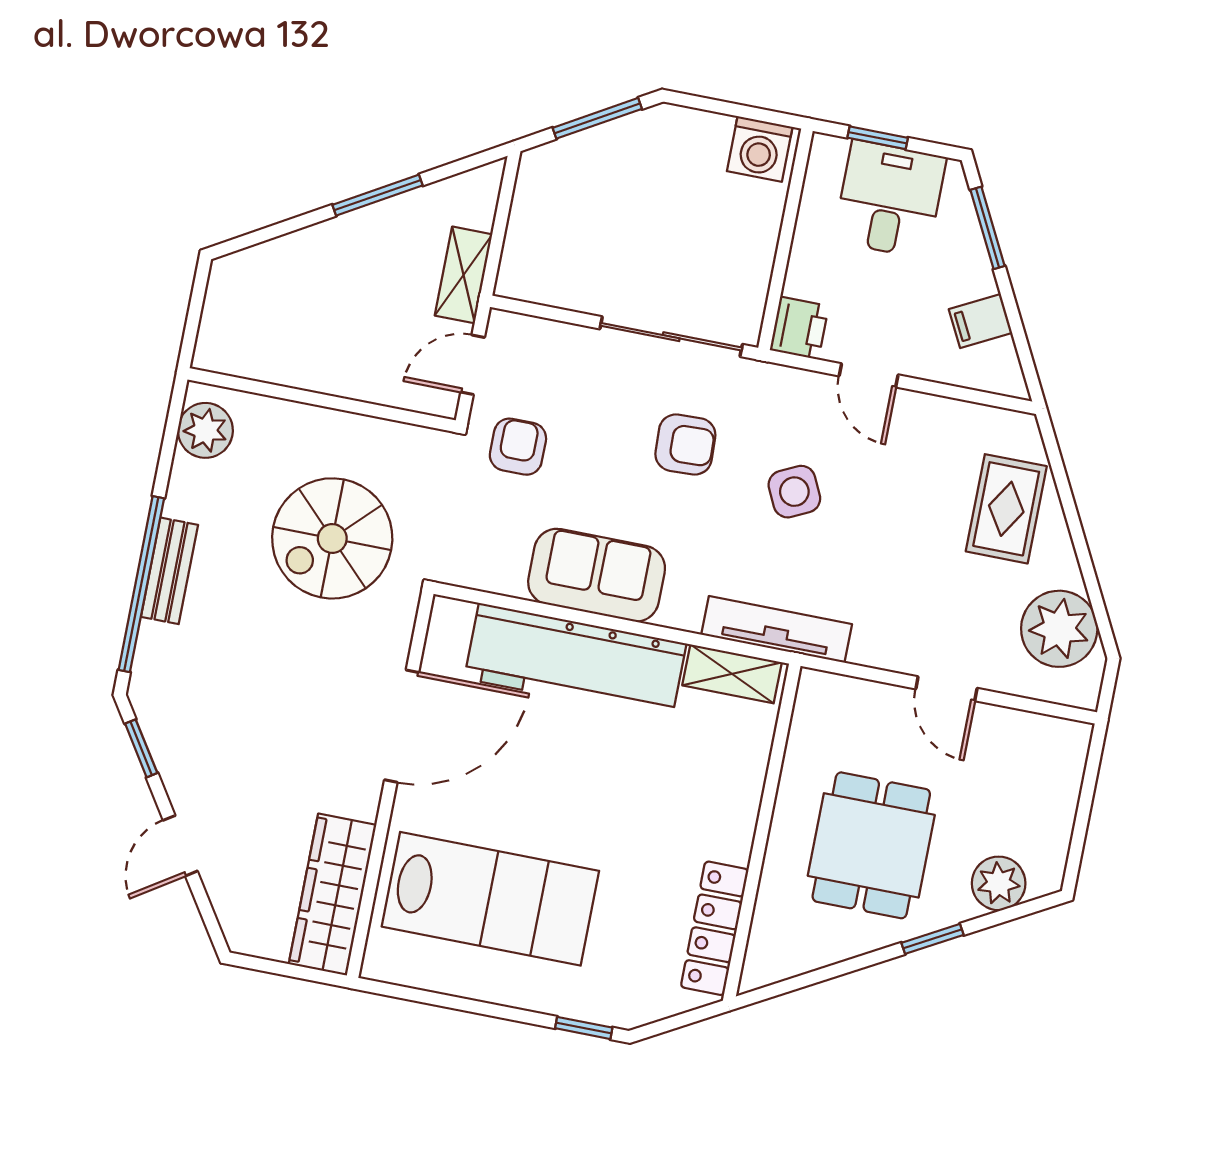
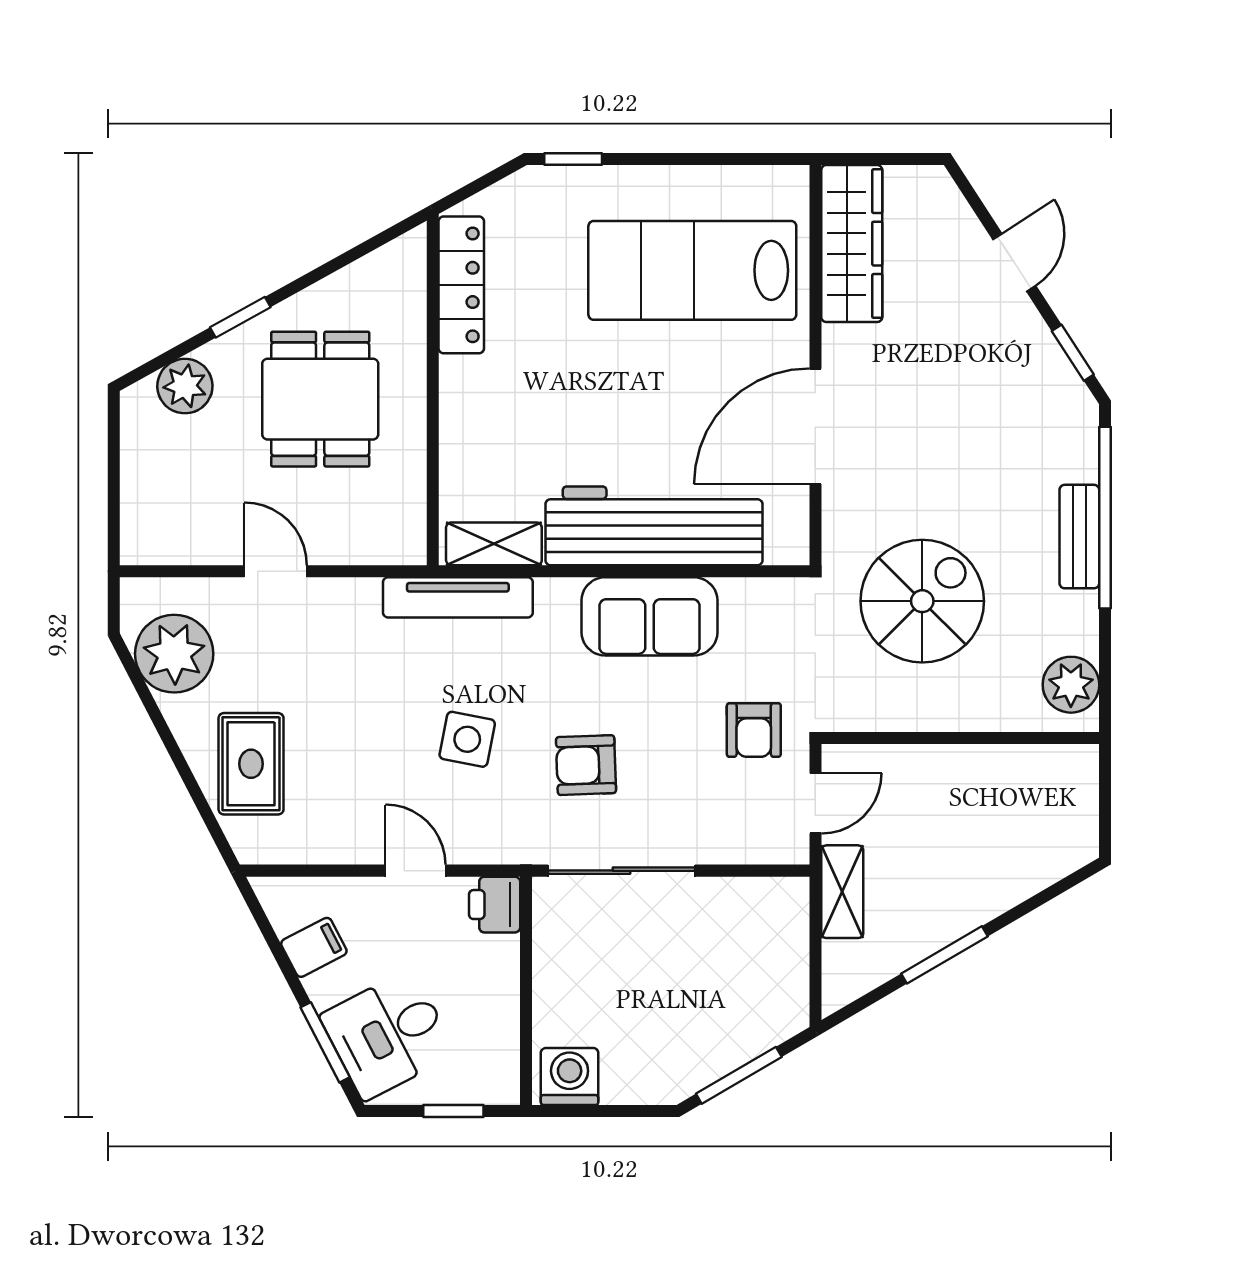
desk: (890, 199) -> (388, 1035), moved, turned 63
side table: (794, 492) -> (467, 739), turned 37

